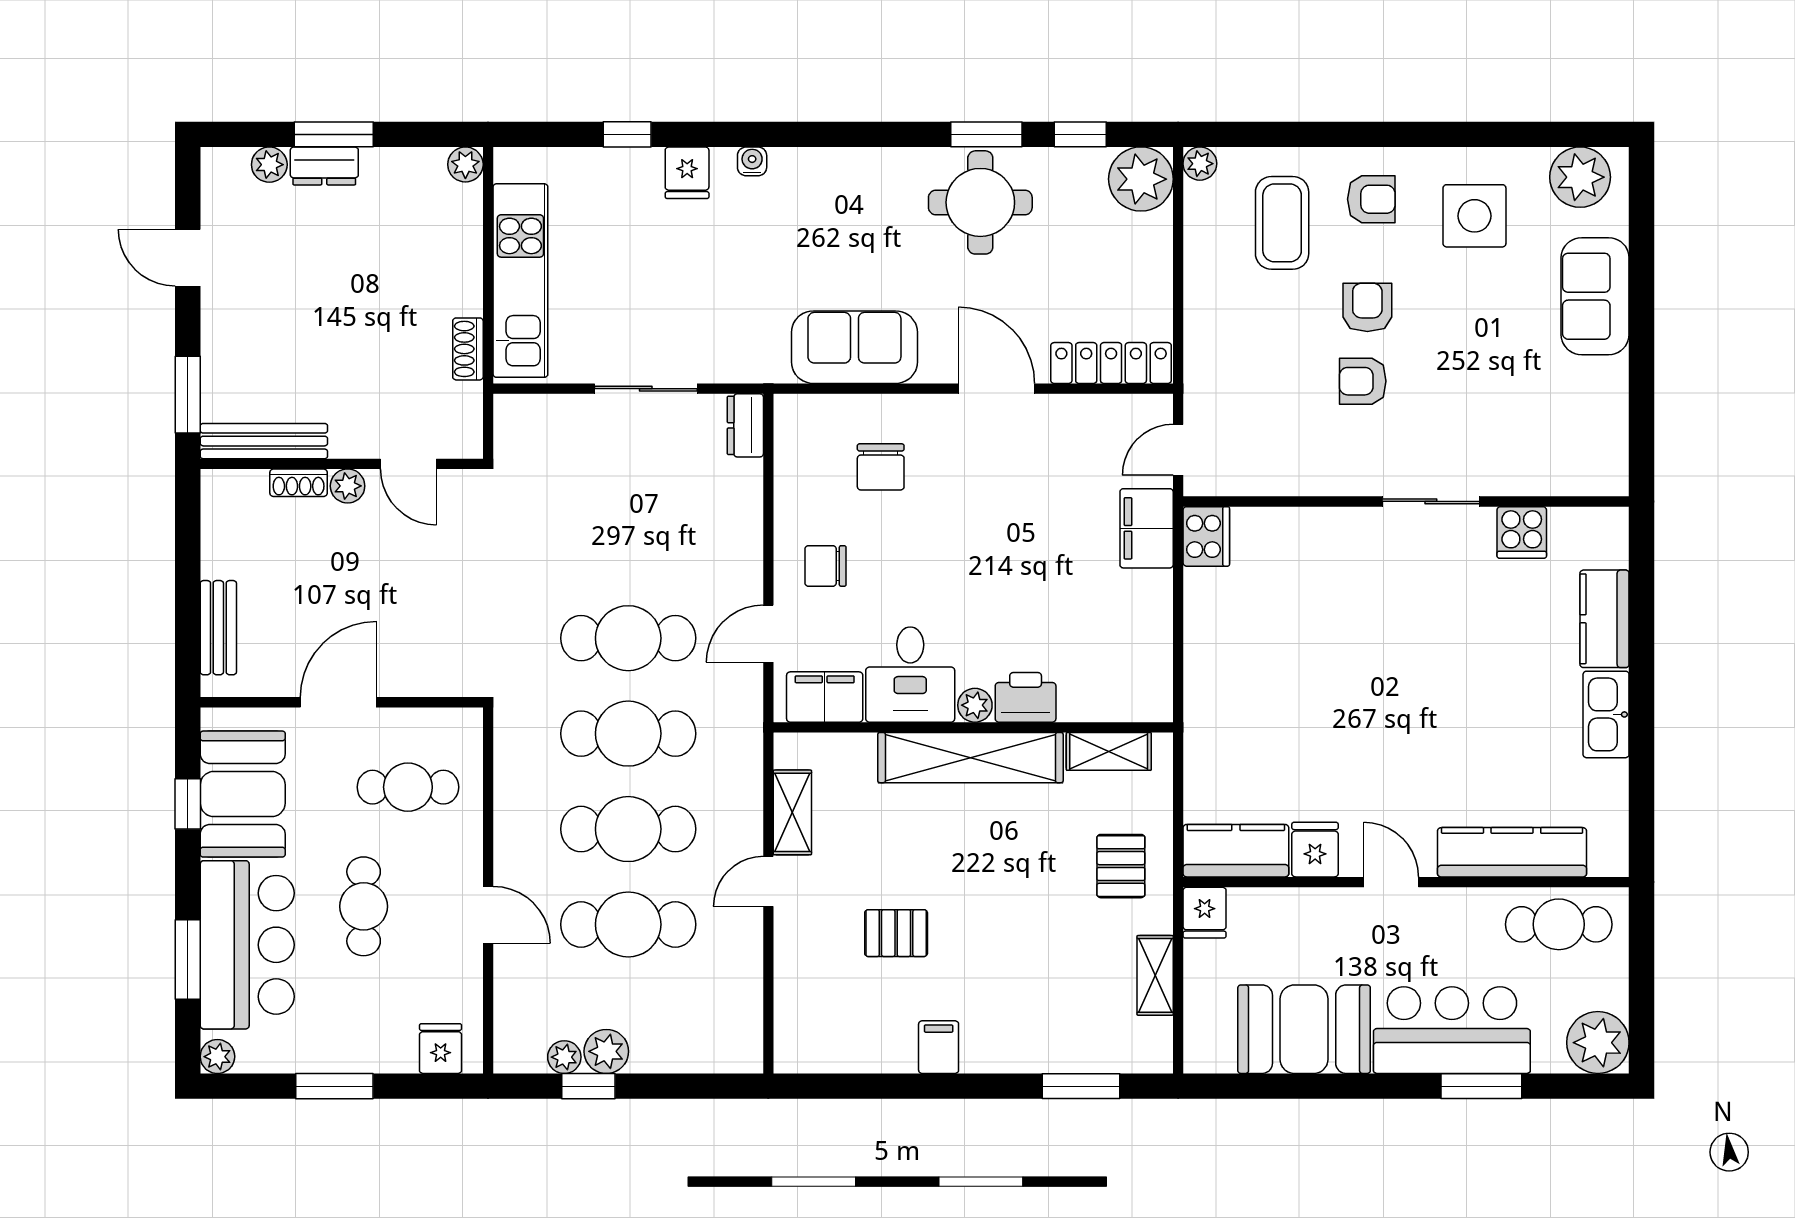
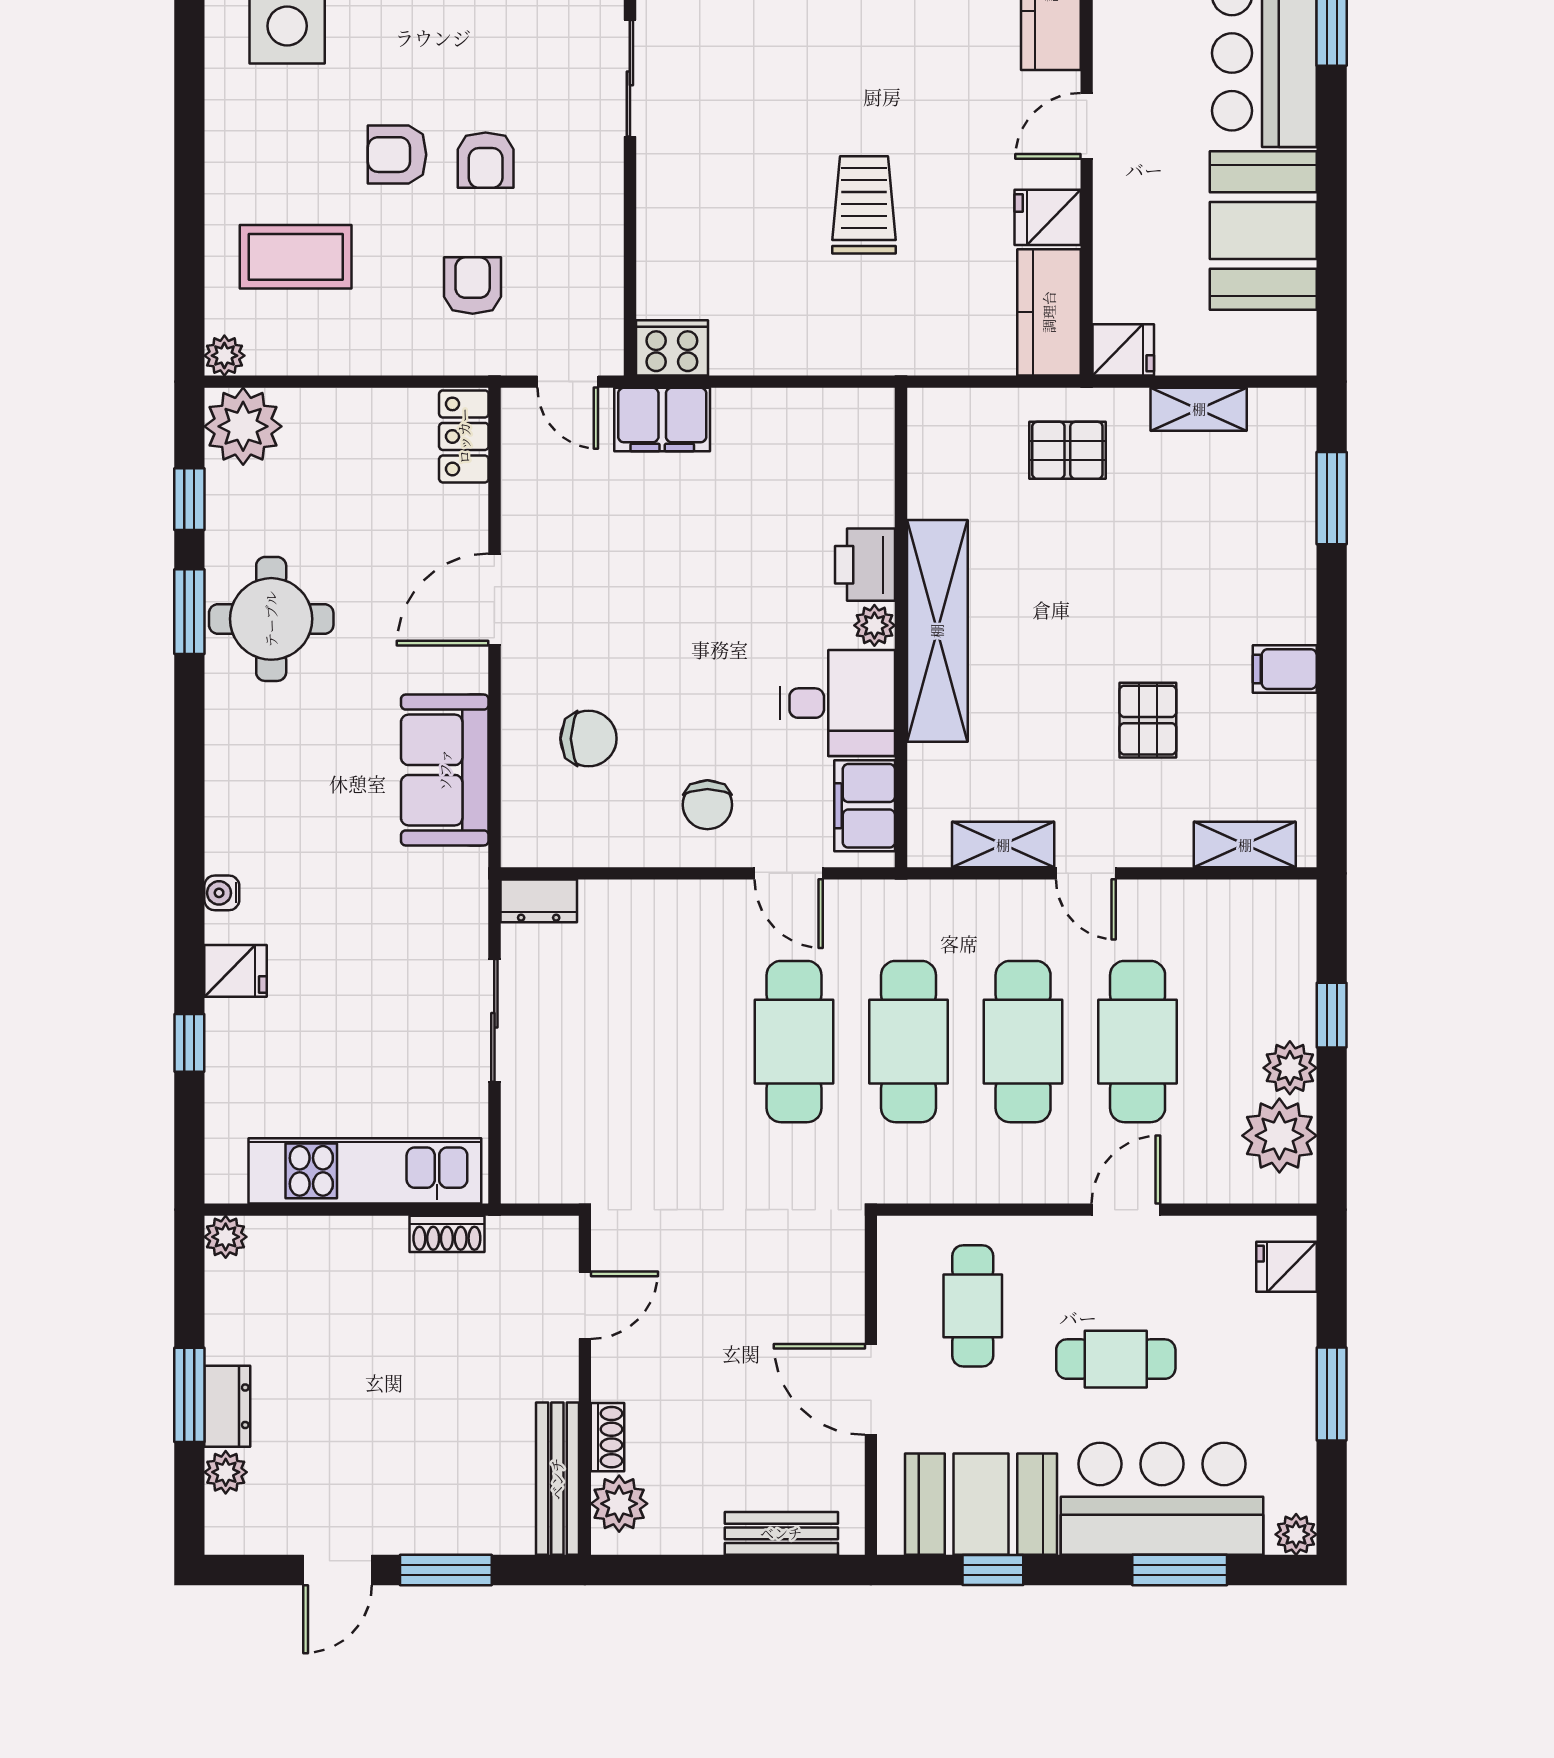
armchair: (1371, 199) -> (473, 285), moved
locker: (1111, 363) -> (464, 436), width x0.66
window: (188, 395) -> (446, 1570), moved
plant: (348, 486) -> (619, 1504), moved, width x1.38, depth x1.38
trolley: (1325, 696) -> (864, 205), added
shelving: (1109, 751) -> (1245, 845), moved, turned 90
plant: (564, 1057) -> (1279, 1136), width x1.87, depth x1.87
window: (588, 1086) -> (1332, 1015), moved

